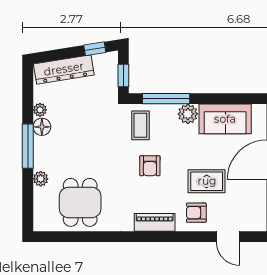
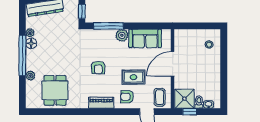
coffee table: (140, 125) -> (160, 97), moved
window: (28, 146) -> (22, 55), width x1.46

